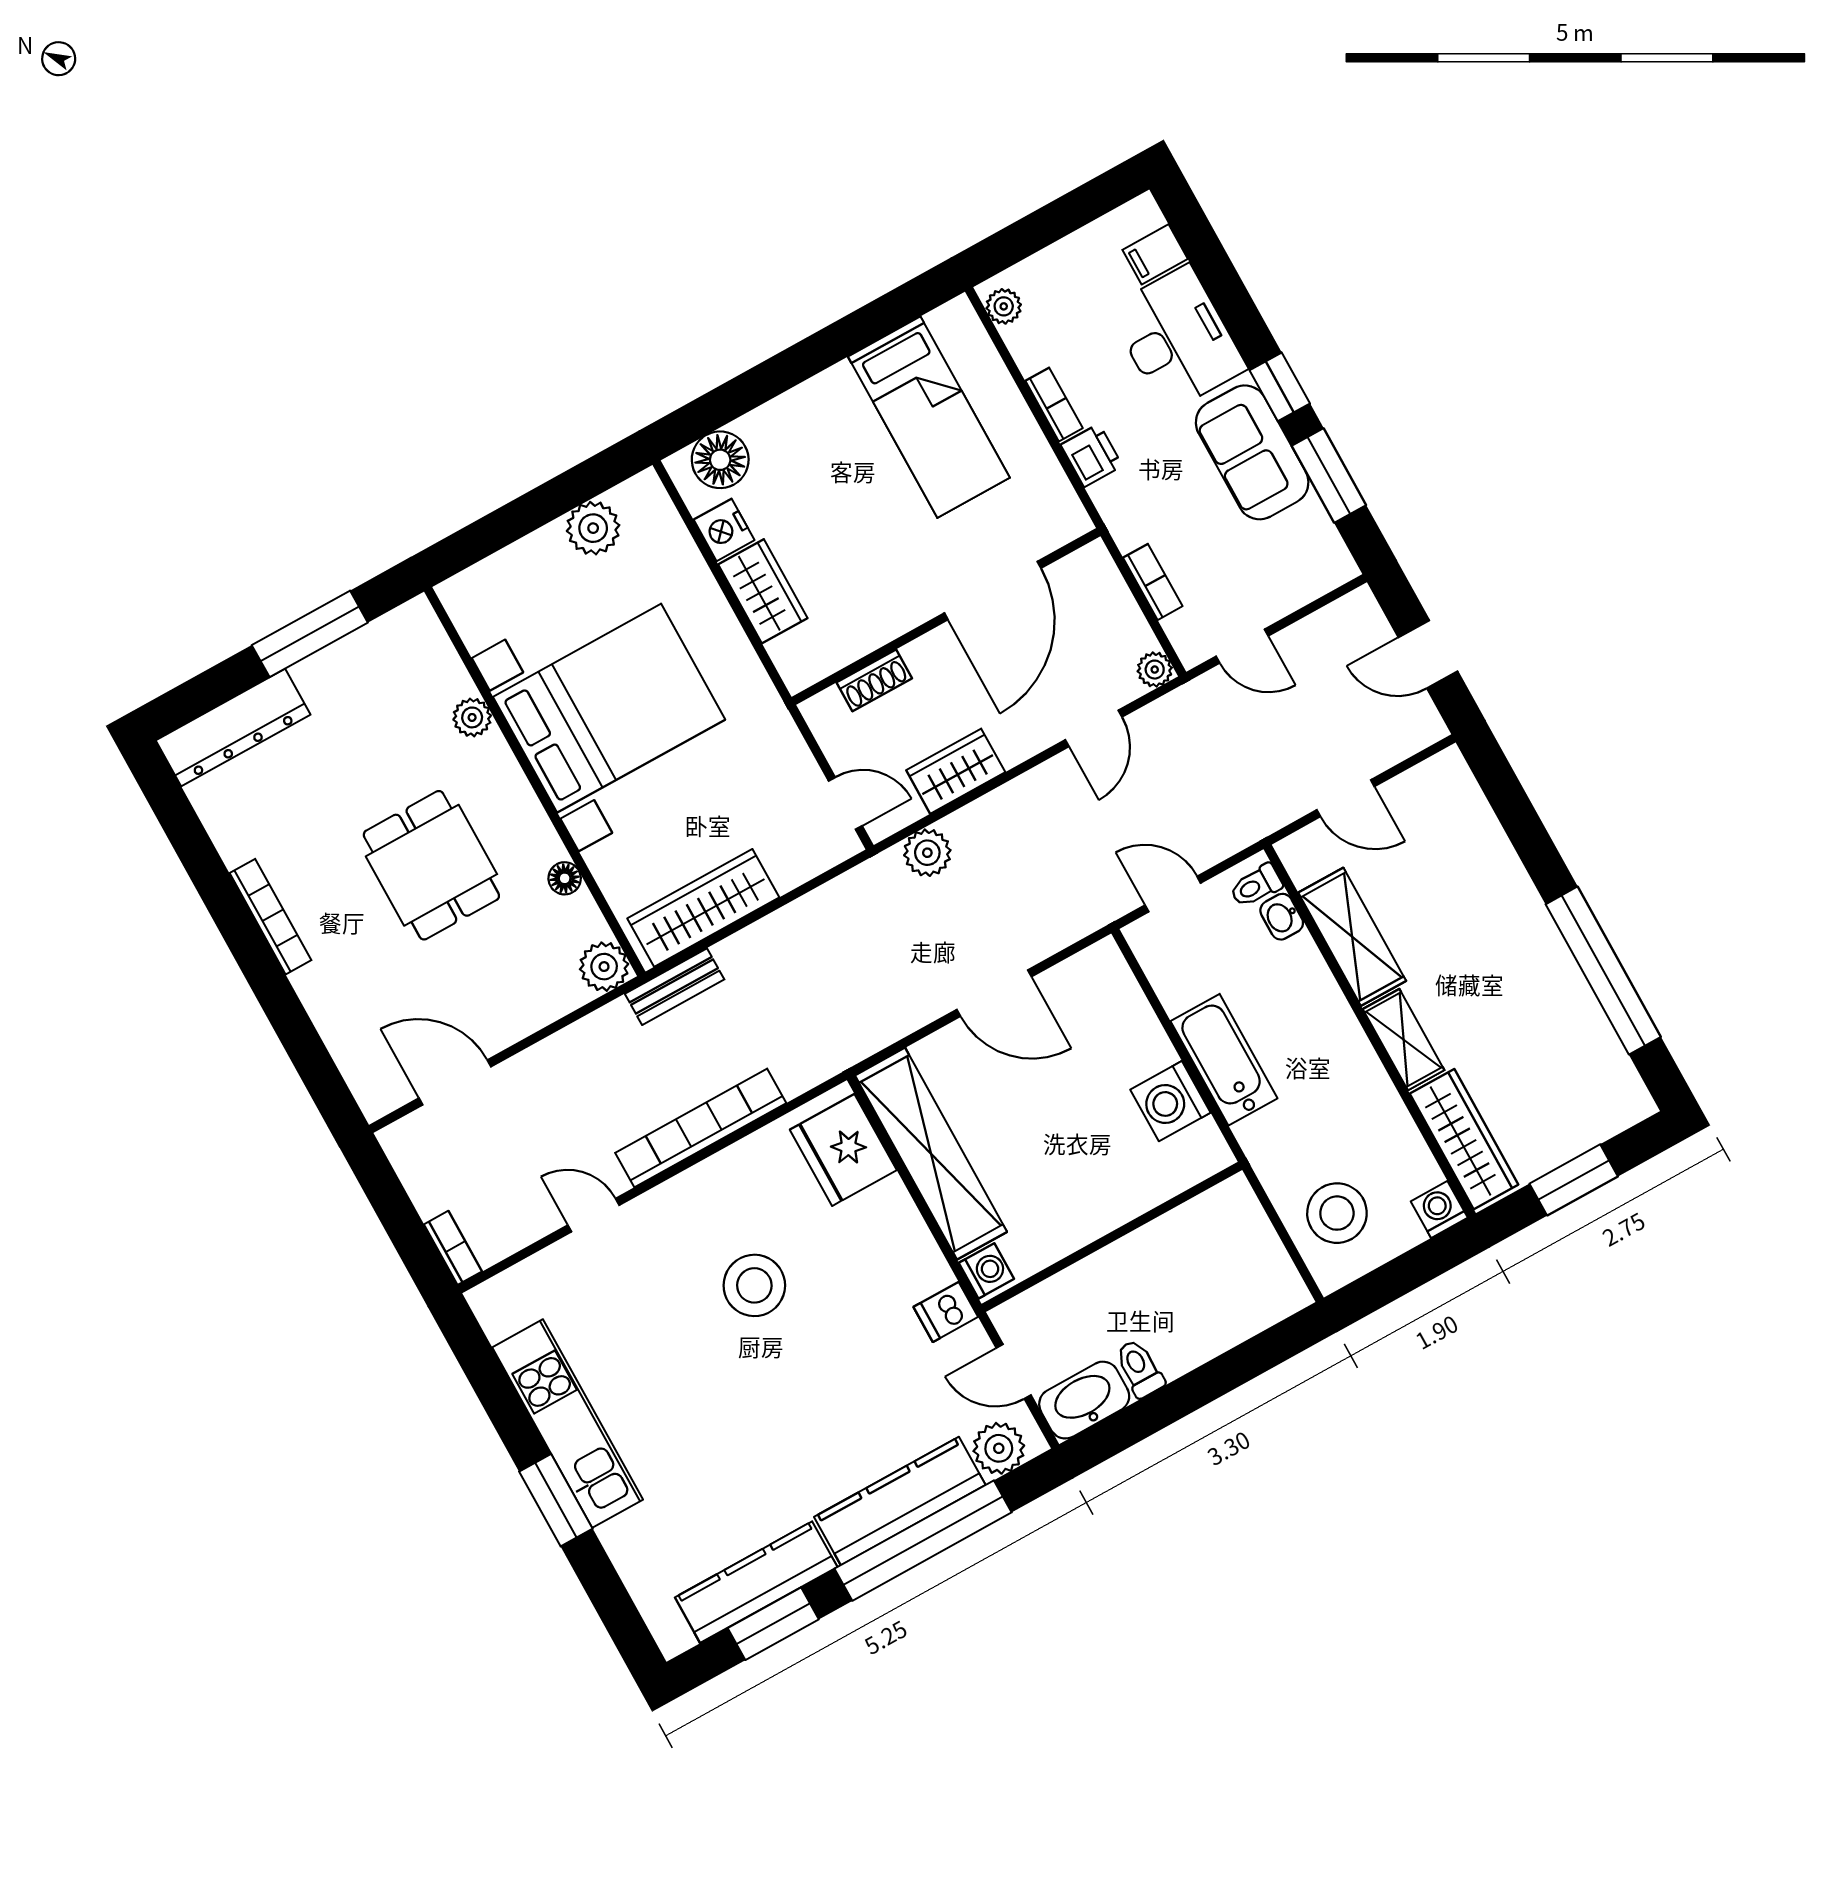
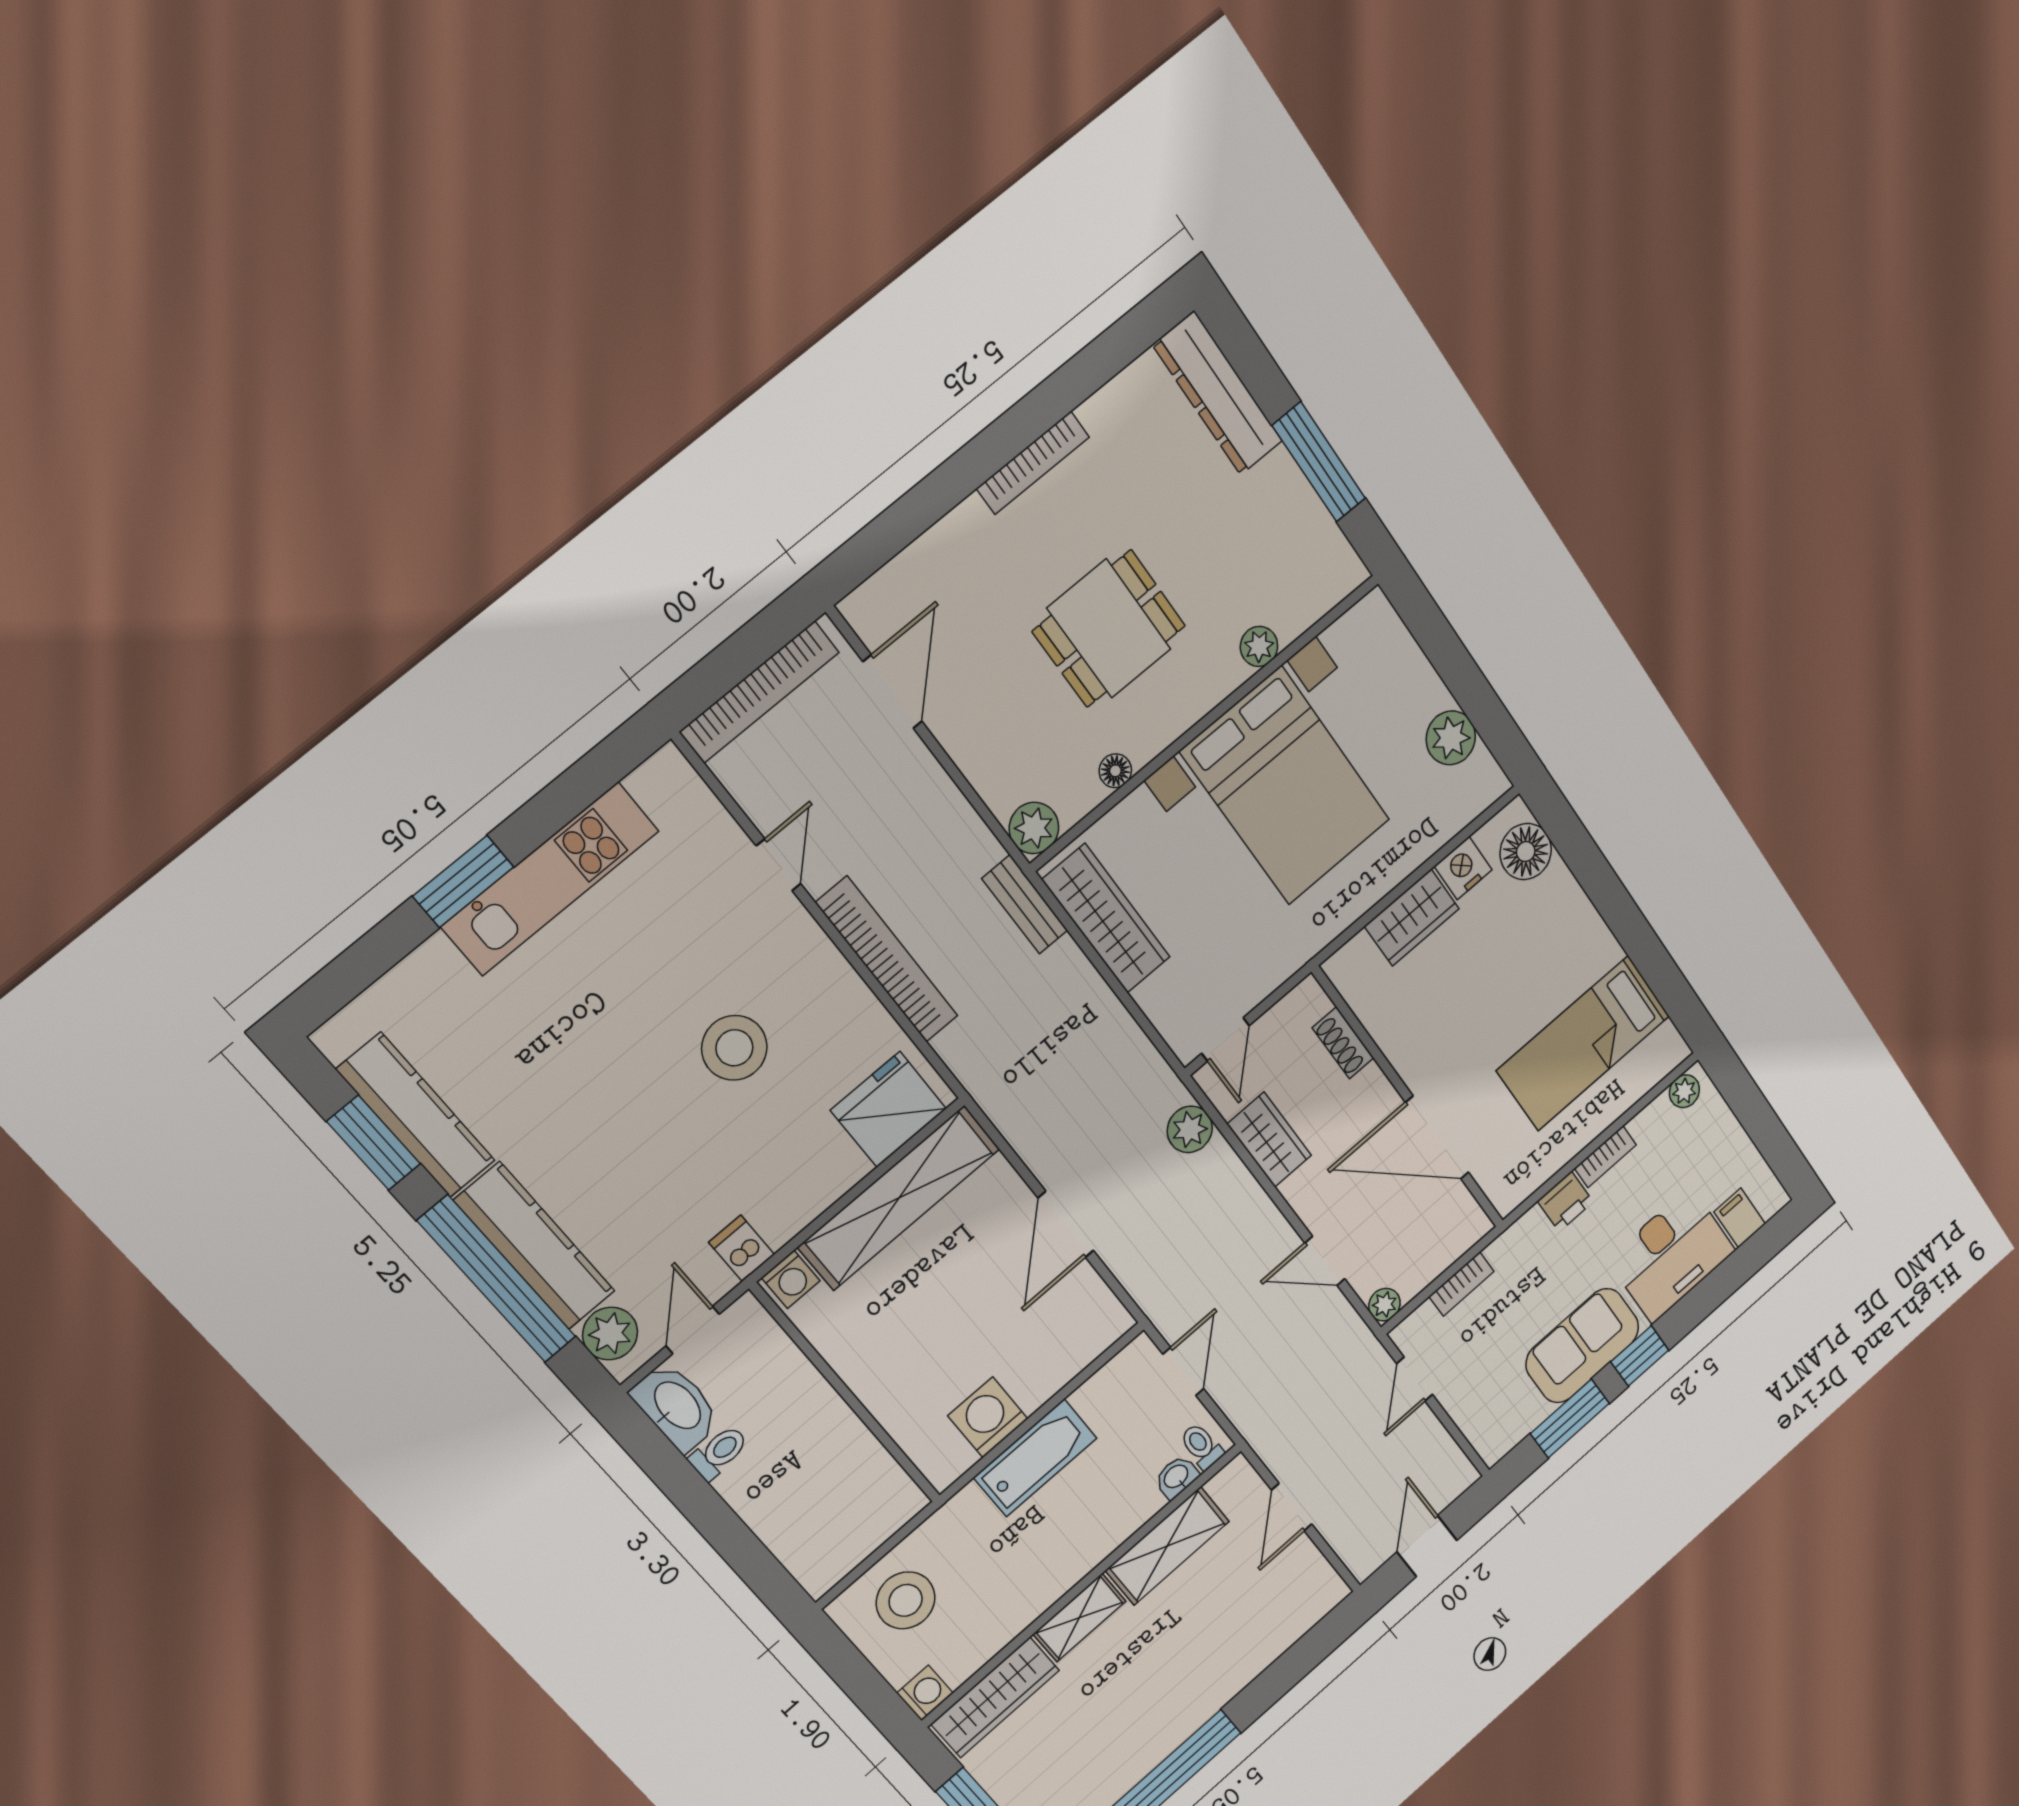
bookcase: (453, 1248) -> (759, 692), width x2.31, depth x1.31

